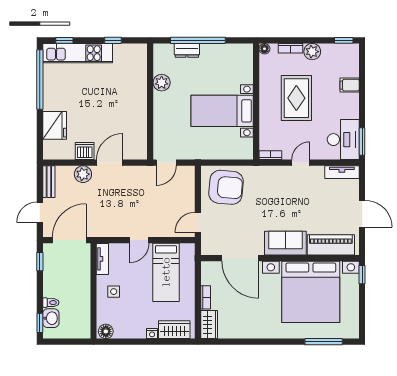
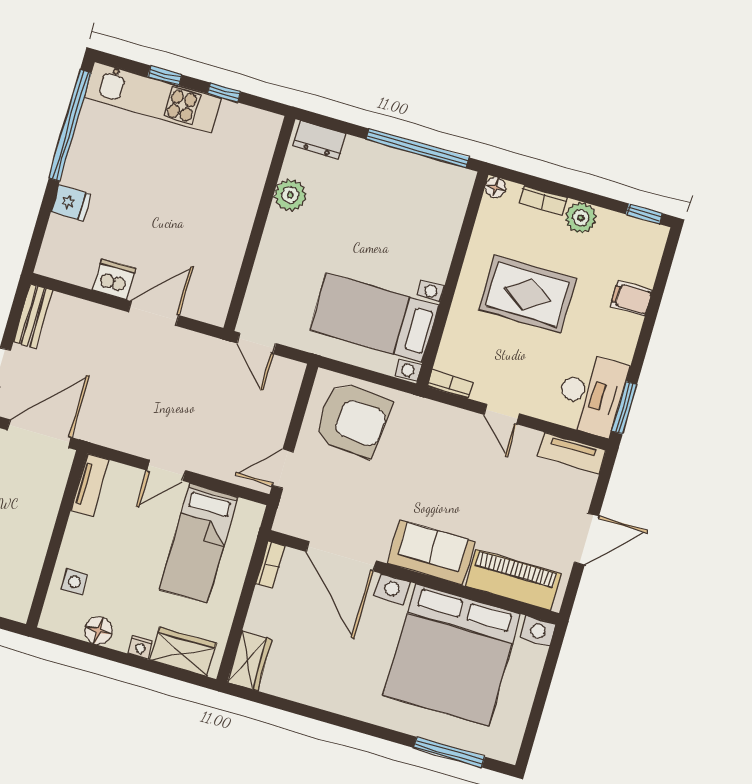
window: (64, 40) -> (165, 75), moved
window: (198, 40) -> (418, 148), moved
dresser: (187, 50) -> (319, 140), moved
rug: (296, 98) -> (528, 294), turned 90
bed with nightstands: (222, 111) -> (374, 318), moved
fridge: (55, 125) -> (71, 203), width x0.53, depth x0.75
door: (166, 163) -> (256, 343), hinge flipped
door: (301, 163) -> (502, 414), swing flipped
plant: (83, 174) -> (99, 320), removed
door: (362, 214) -> (586, 539), hinge flipped
window: (362, 275) -> (554, 650), removed
side table: (114, 292) -> (74, 582), moved
bookcase: (206, 297) -> (270, 565), moved
floor lamp: (106, 331) -> (99, 631), moved

